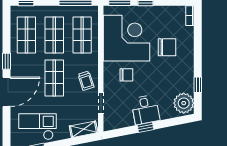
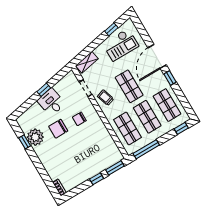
corner desk: (126, 38) -> (95, 145), removed
chair: (167, 47) -> (58, 129), moved
plant: (184, 103) -> (35, 137), moved

